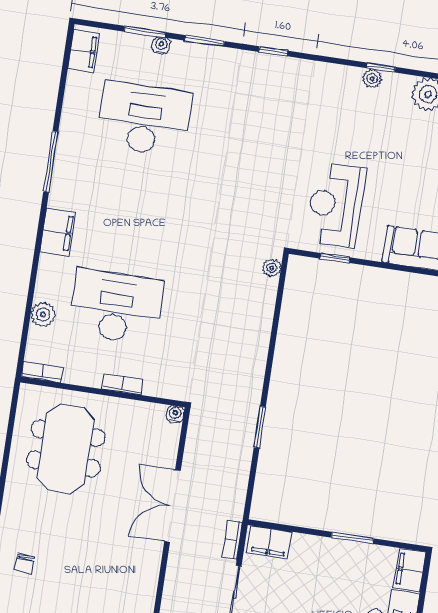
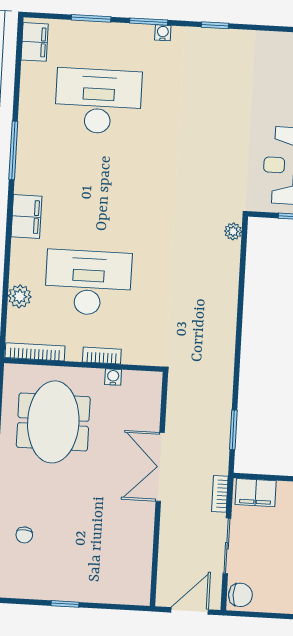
water cooler: (161, 45) -> (163, 33), moved
bookcase: (43, 372) -> (35, 352), width x1.56
water cooler: (175, 414) -> (113, 377), moved
window: (260, 427) -> (233, 430), moved

